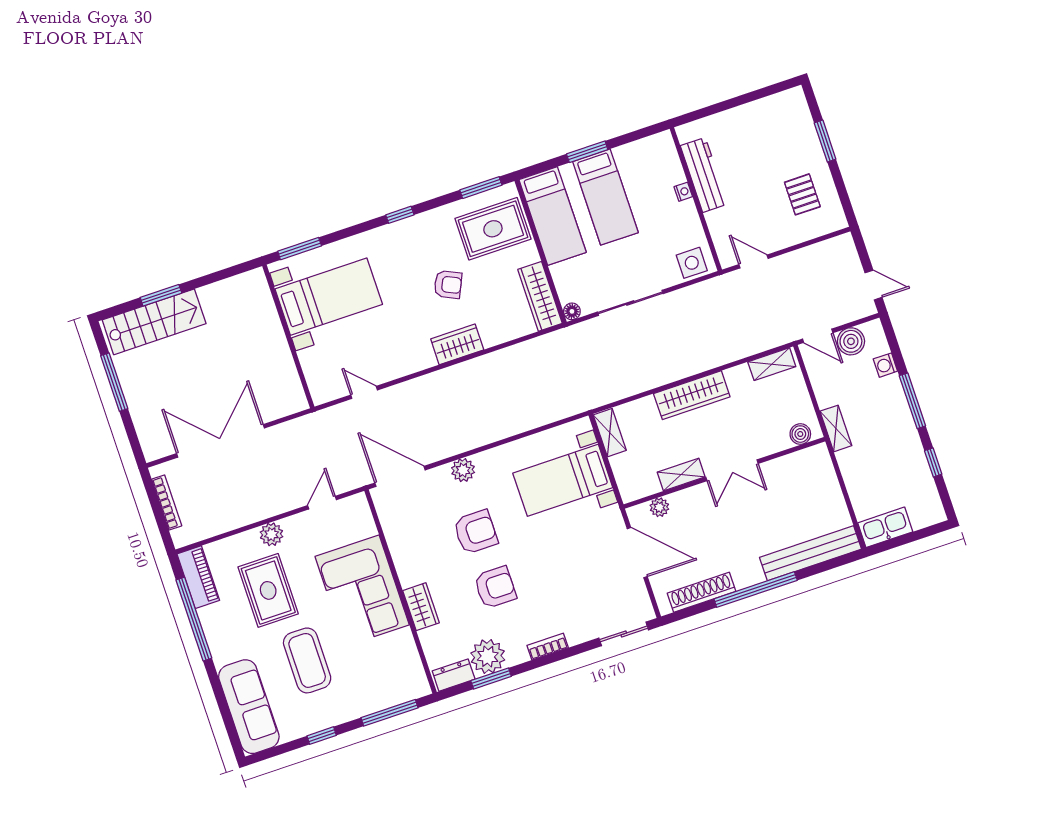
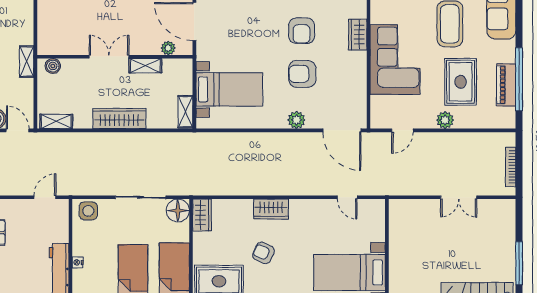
door: (754, 261) -> (45, 197), swing flipped
wardrobe: (540, 296) -> (202, 215), width x0.67
floor lamp: (572, 311) -> (178, 211), width x1.89, depth x1.89
double door: (220, 441) -> (459, 197), width x0.54
piano: (198, 577) -> (506, 85), moved
armchair: (495, 587) -> (302, 31), turned -90

